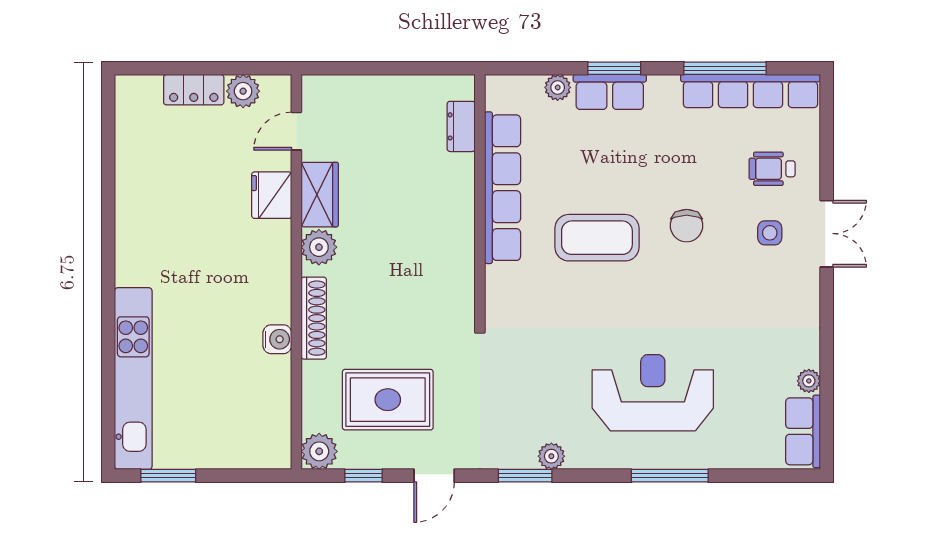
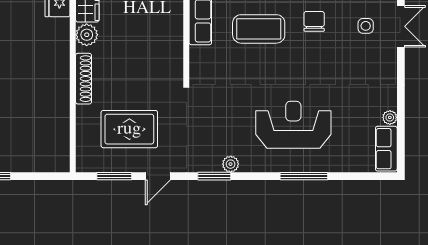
chair: (687, 226) -> (314, 21), turned 180
water cooler: (277, 339) -> (61, 92), removed
plant: (319, 451) -> (87, 161), removed
window: (364, 476) -> (114, 176), width x1.50

